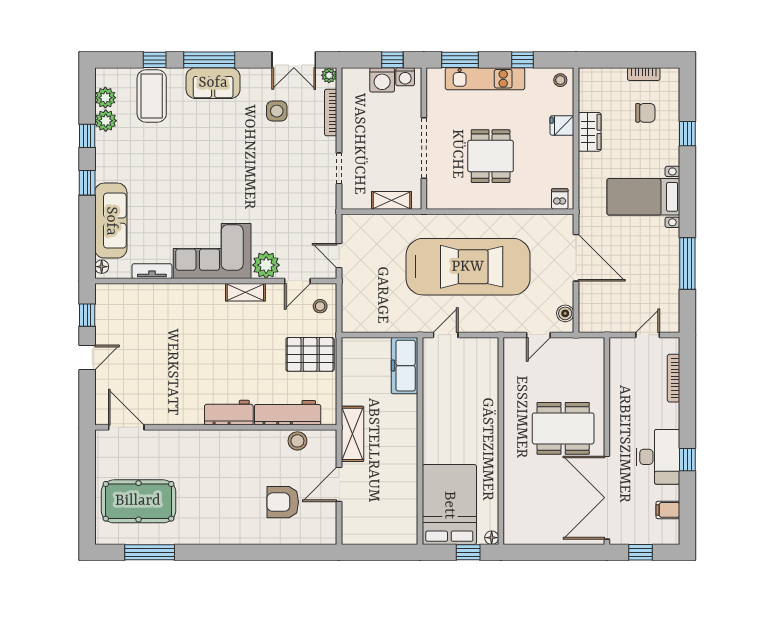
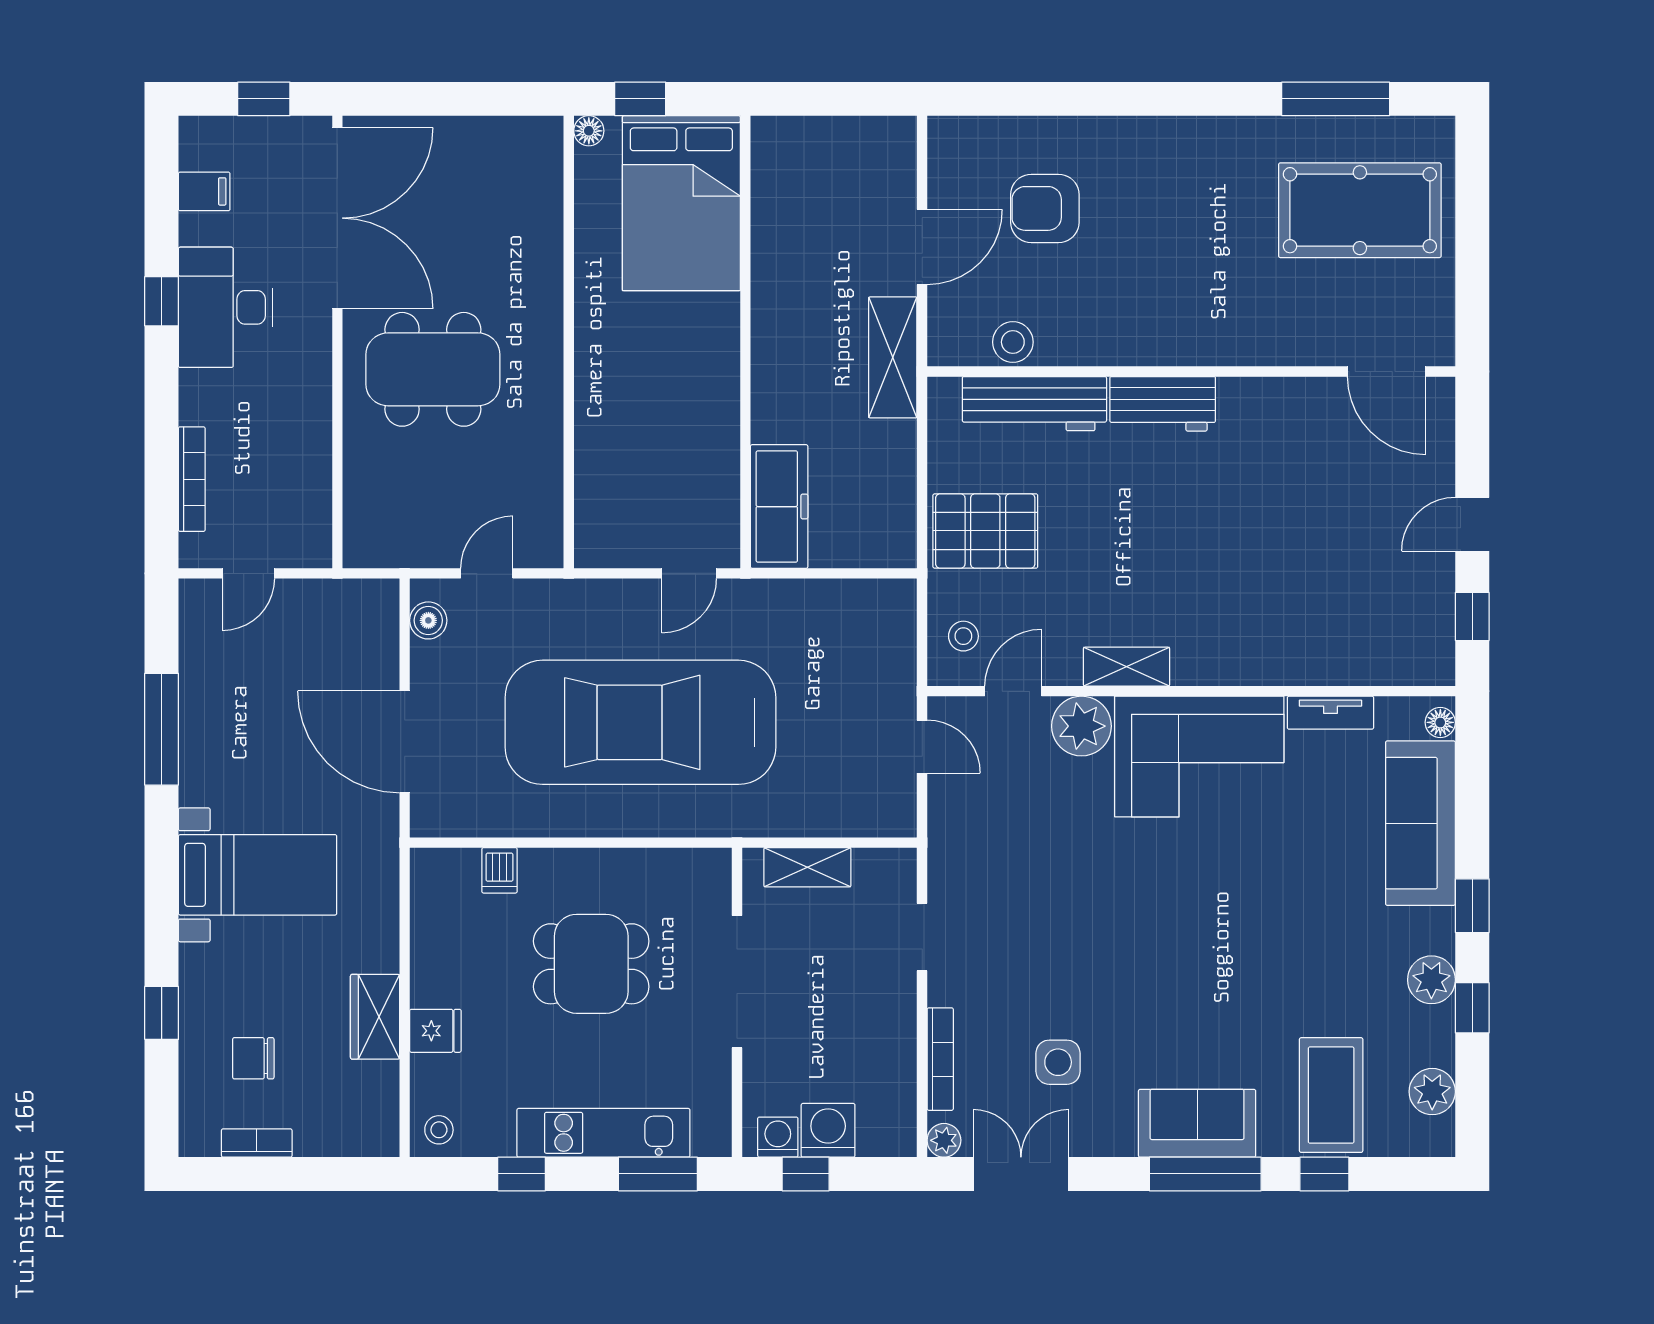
plant: (106, 121) -> (1431, 980), moved
dining table: (491, 156) -> (591, 964), turned 90
dishwasher: (560, 199) -> (499, 870), moved
armchair: (283, 502) -> (1045, 208), turned 180

